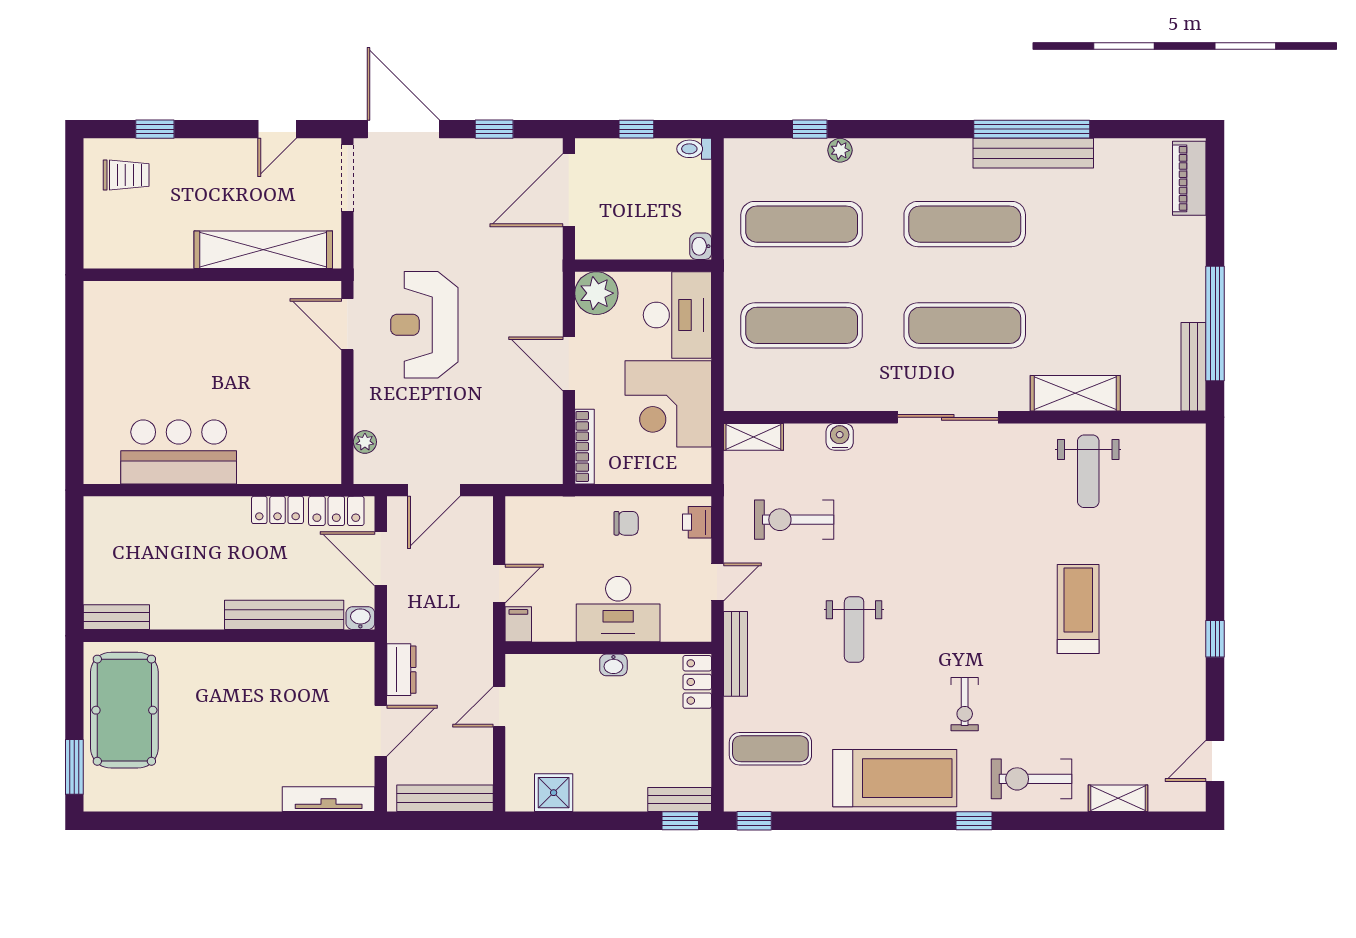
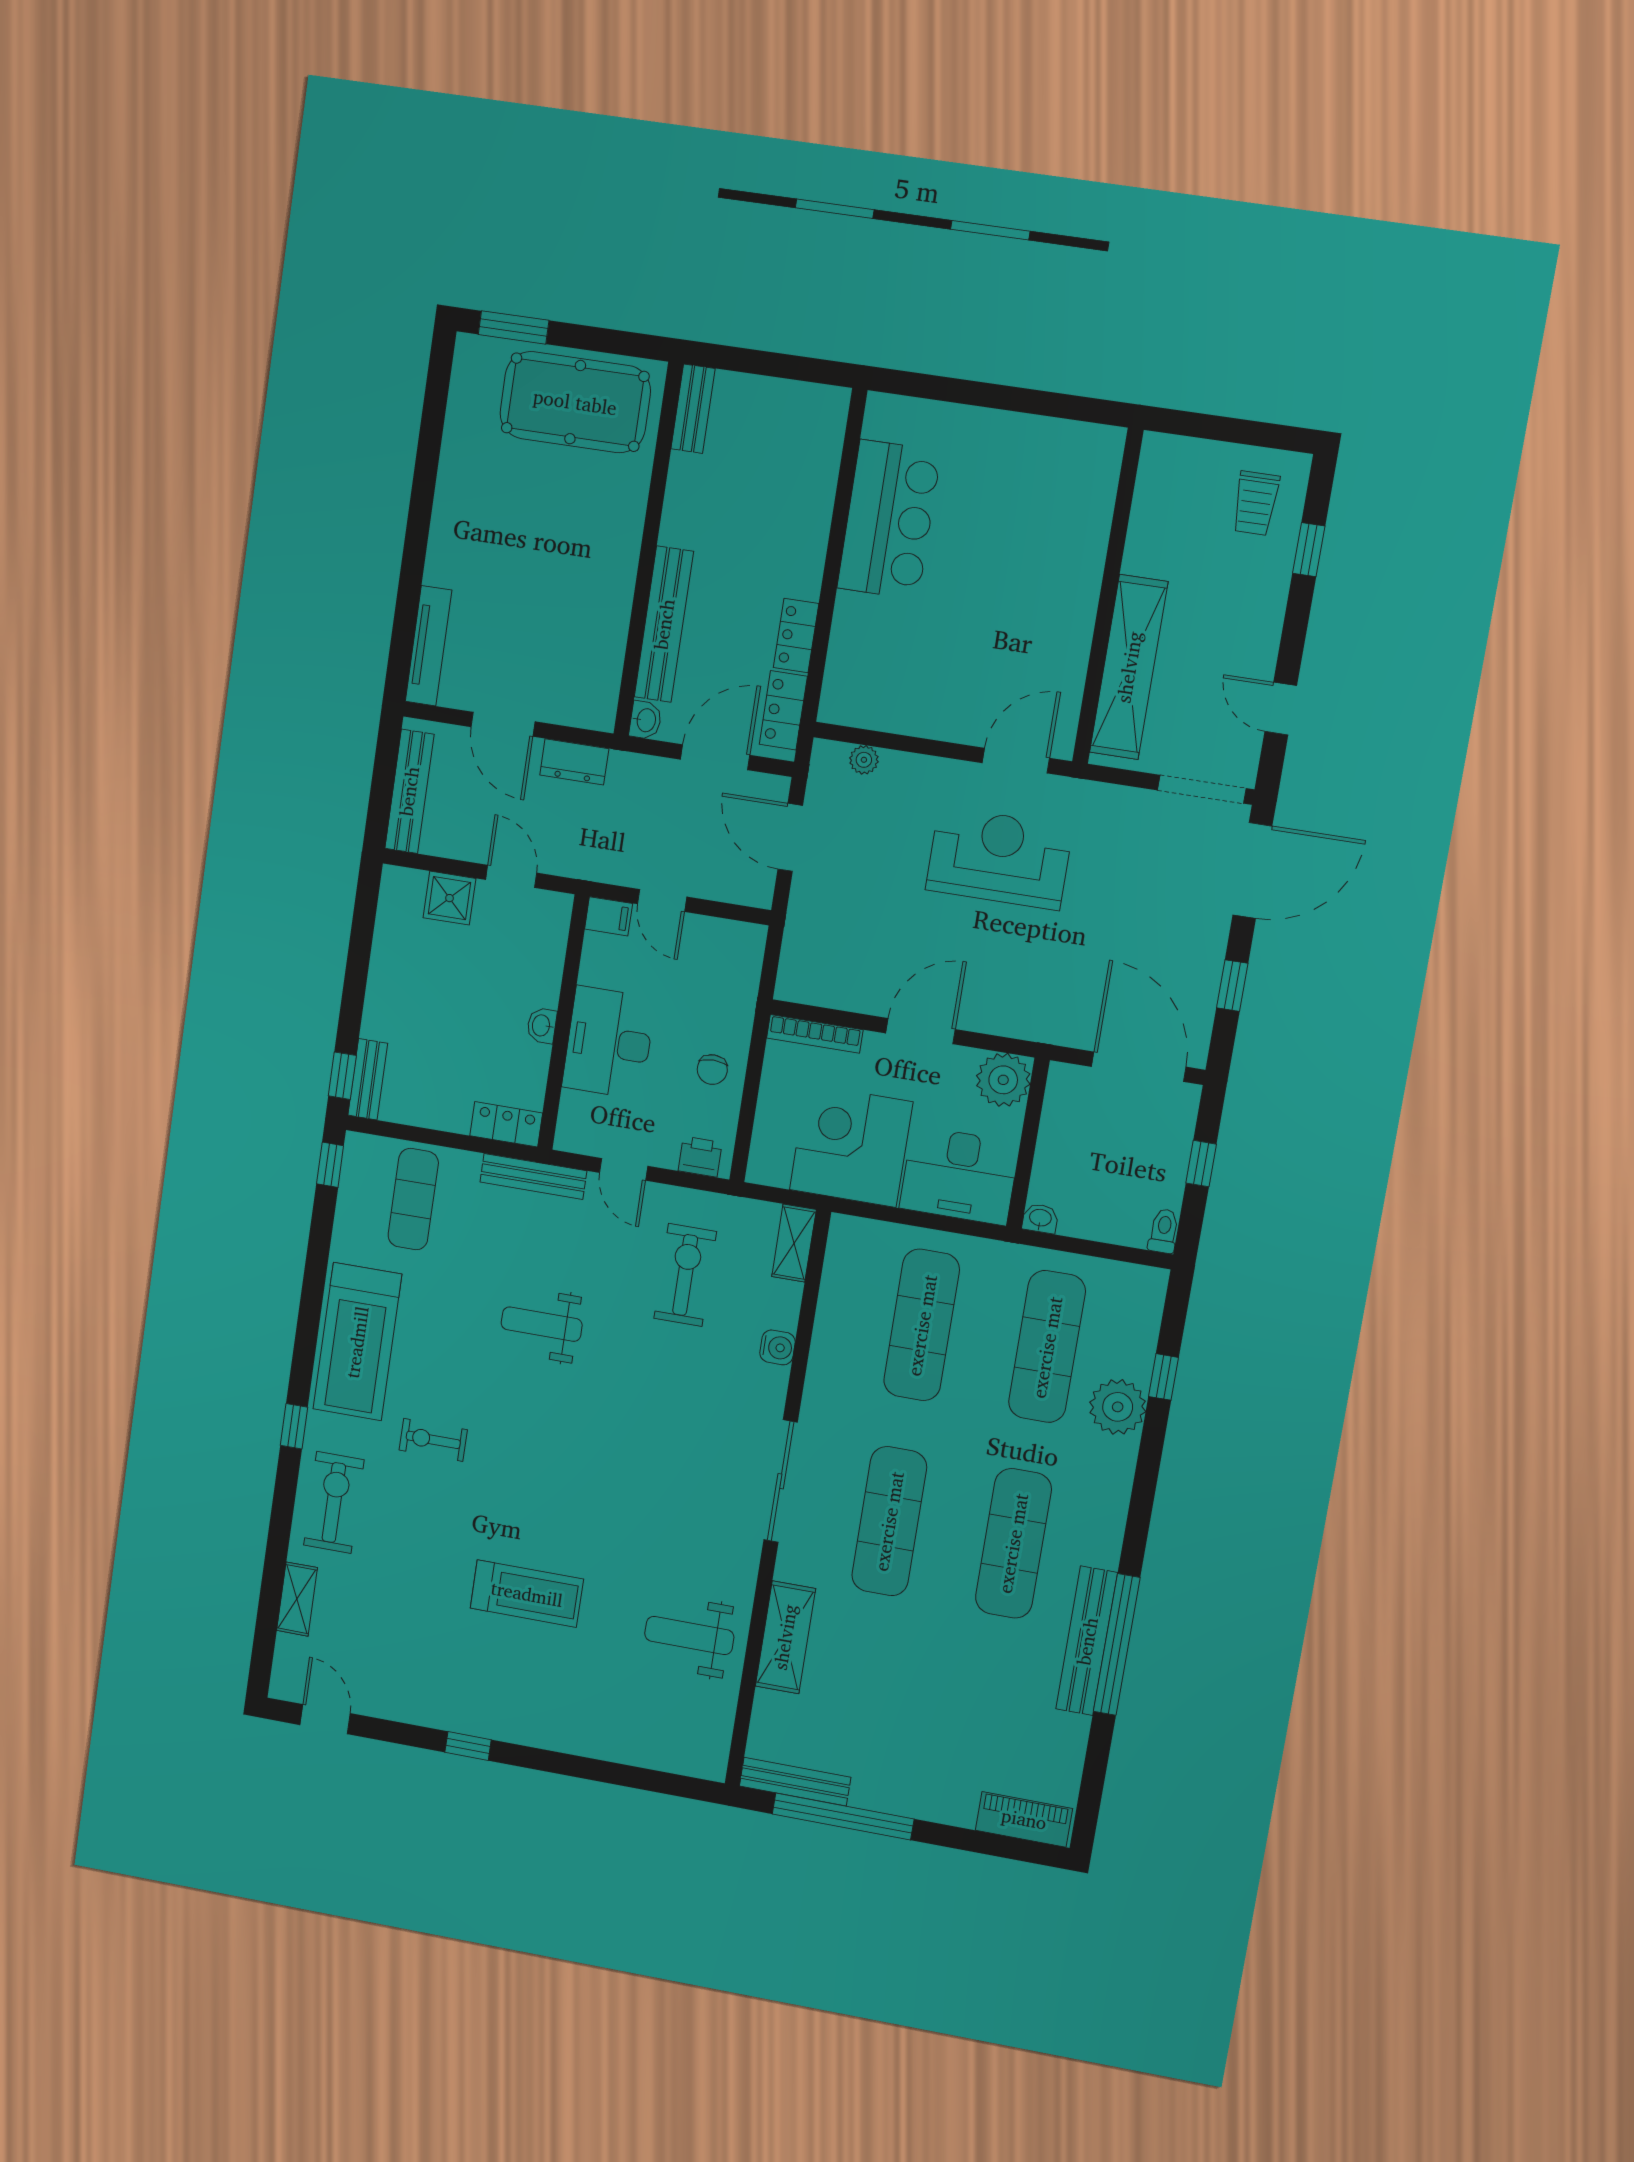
plant: (840, 150) -> (1118, 1407), width x1.88, depth x1.88
shower: (554, 793) -> (450, 898), moved

